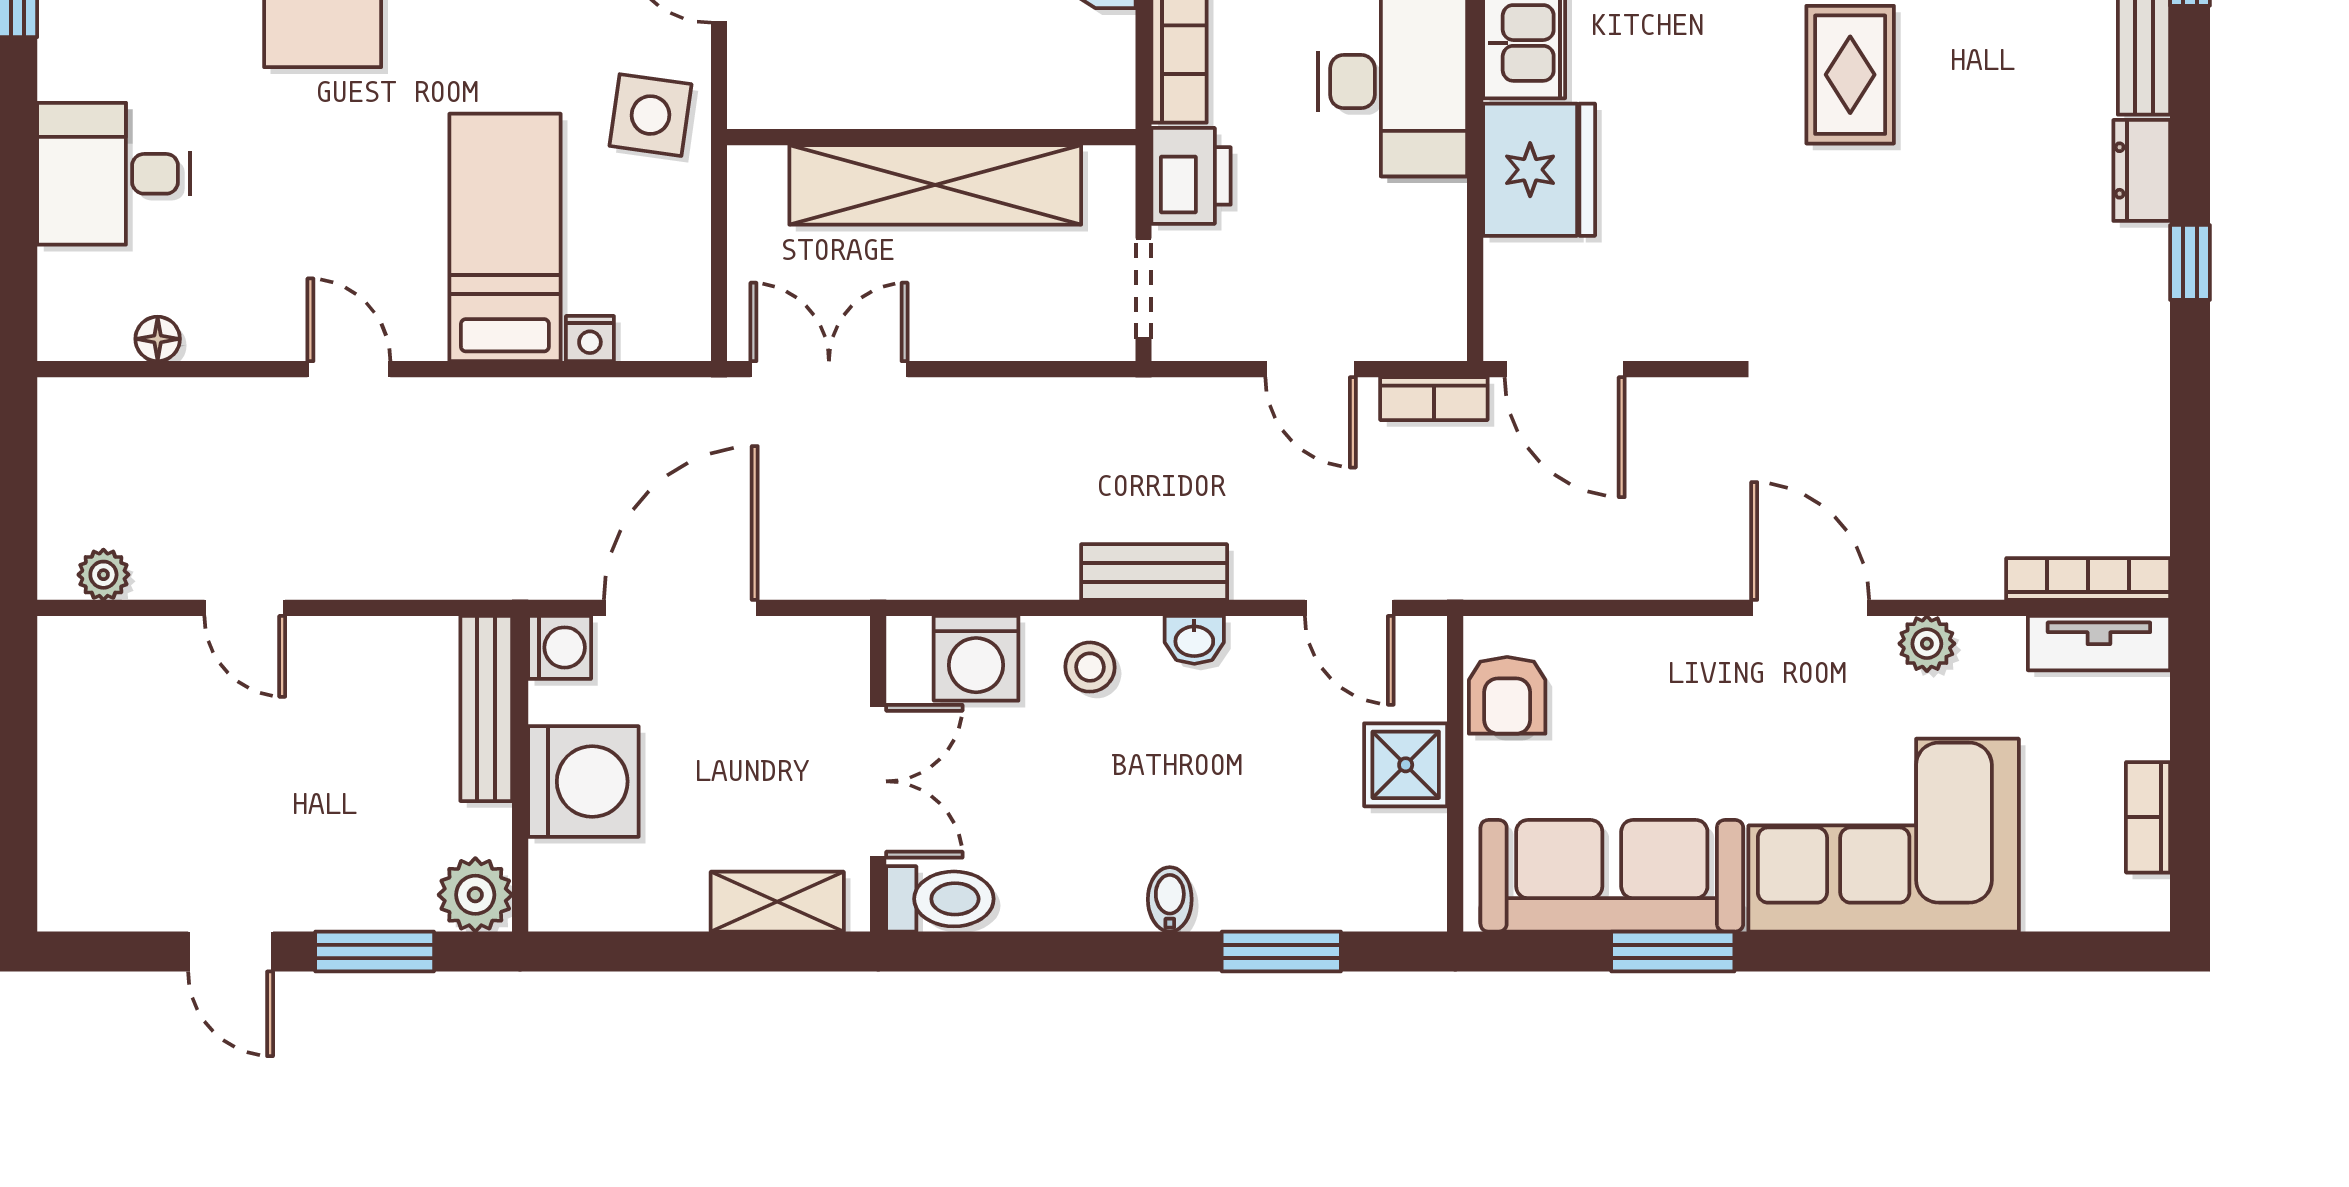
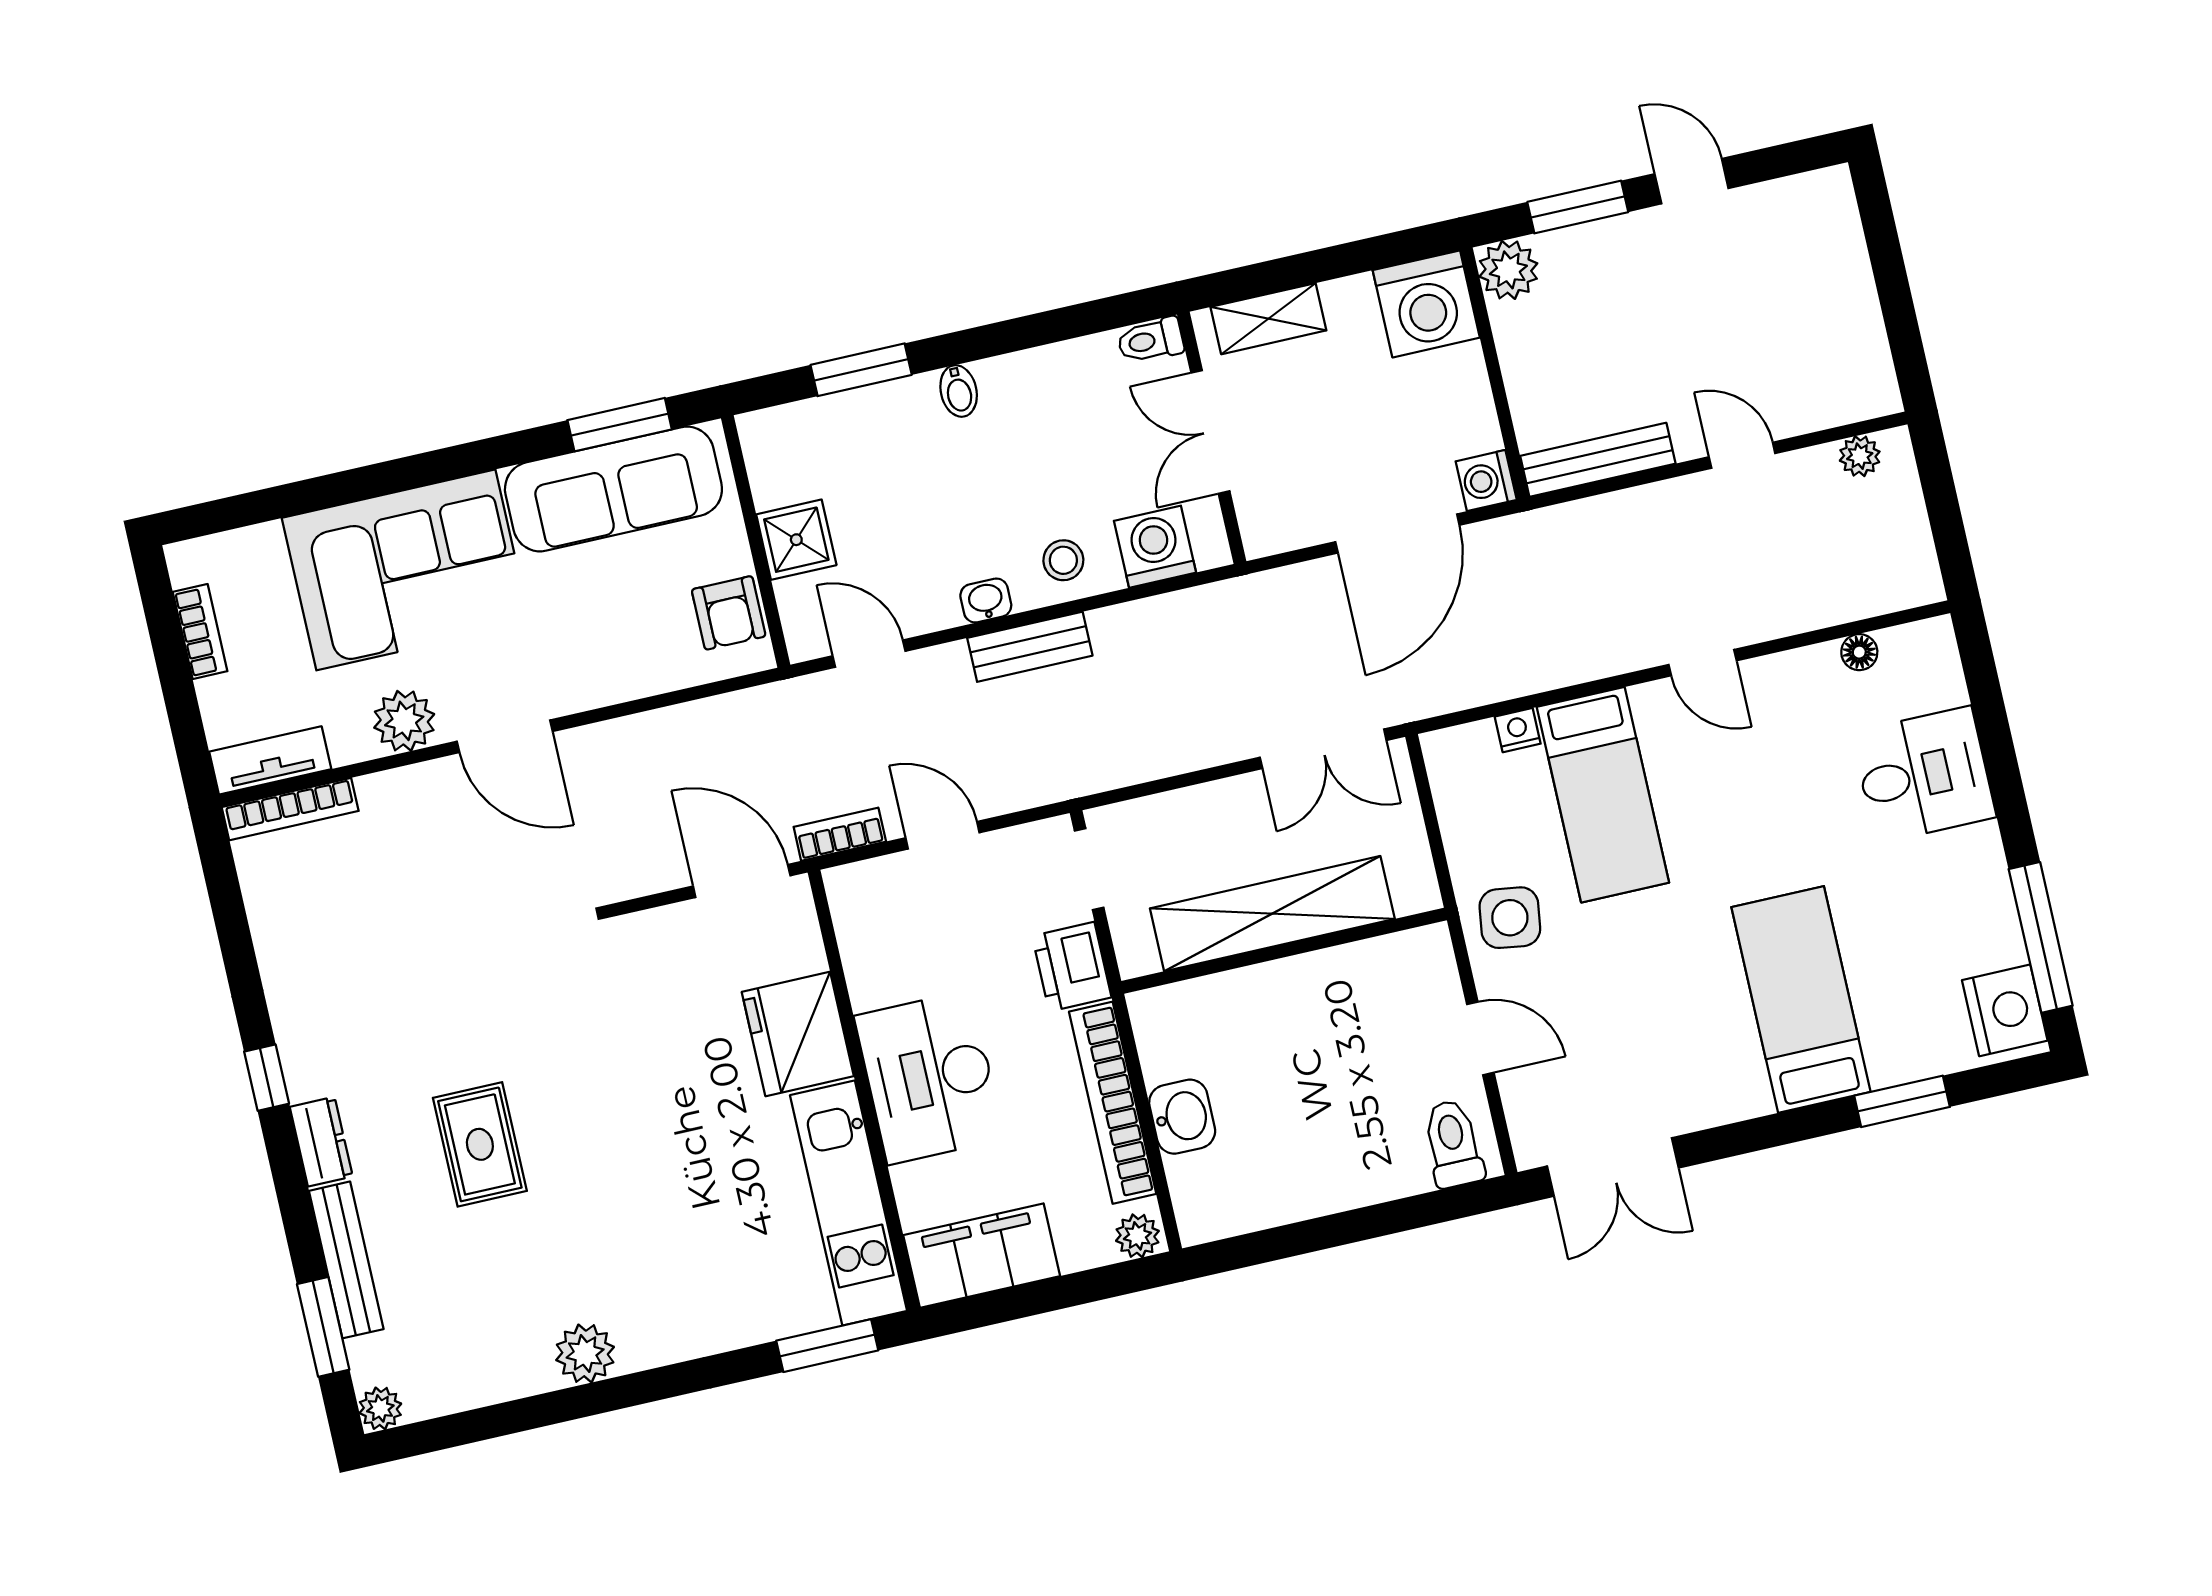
rug: (1850, 75) -> (480, 1144), moved
plant: (1927, 644) -> (404, 721), width x1.38, depth x1.38
armchair: (1507, 695) -> (729, 613), turned 180
bench: (486, 708) -> (1598, 460), moved, turned 90
washing machine: (583, 781) -> (1426, 304), moved, turned -90
toilet: (940, 899) -> (1151, 340), width x0.73, depth x0.72
window: (1673, 951) -> (620, 425), moved

